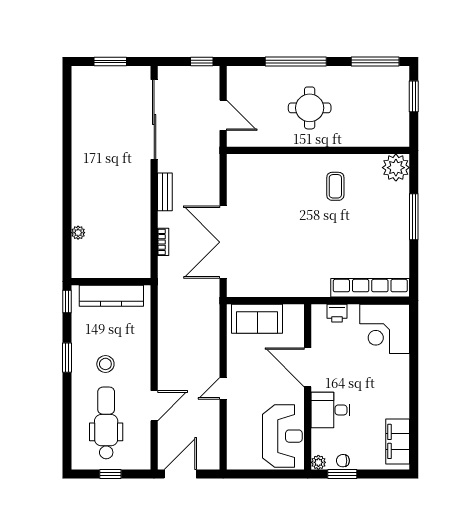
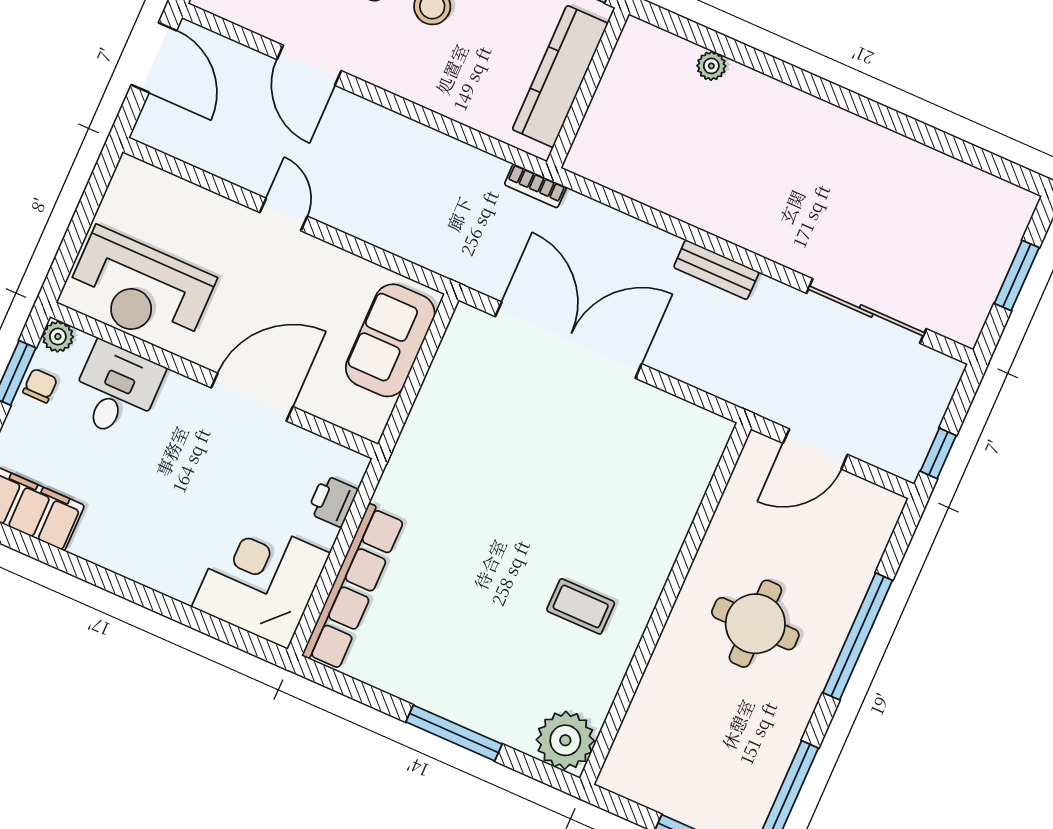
sliding door: (154, 120) -> (866, 311), width x0.73
bookcase: (163, 242) -> (535, 186), moved
desk: (331, 410) -> (116, 390), moved

